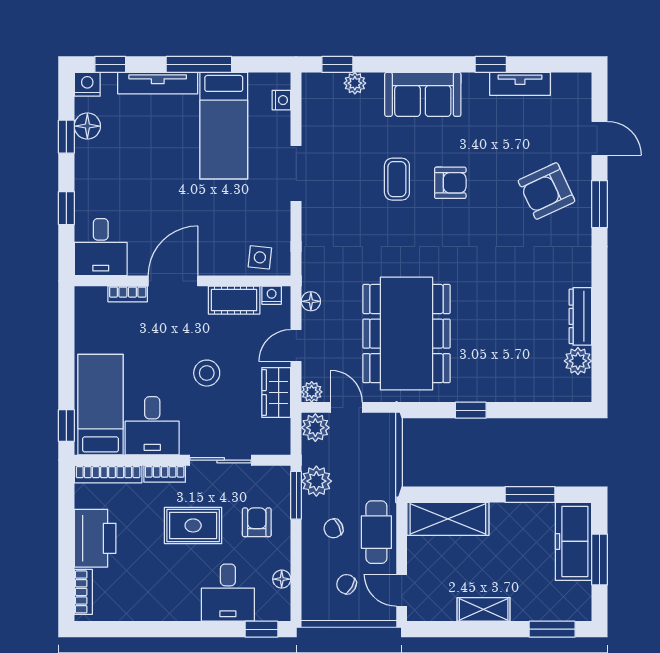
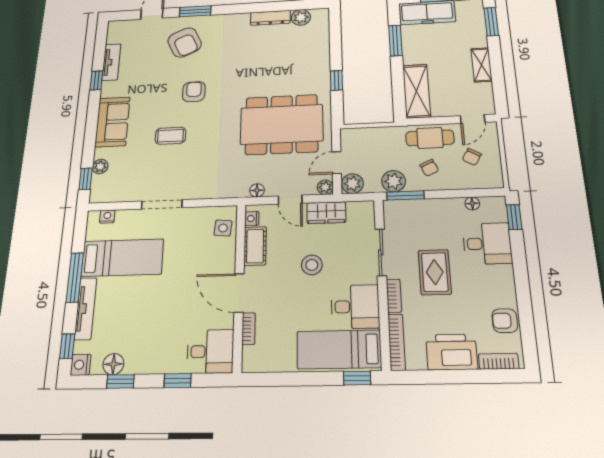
armchair: (450, 183) -> (194, 92), moved
armchair: (257, 522) -> (505, 321), moved

